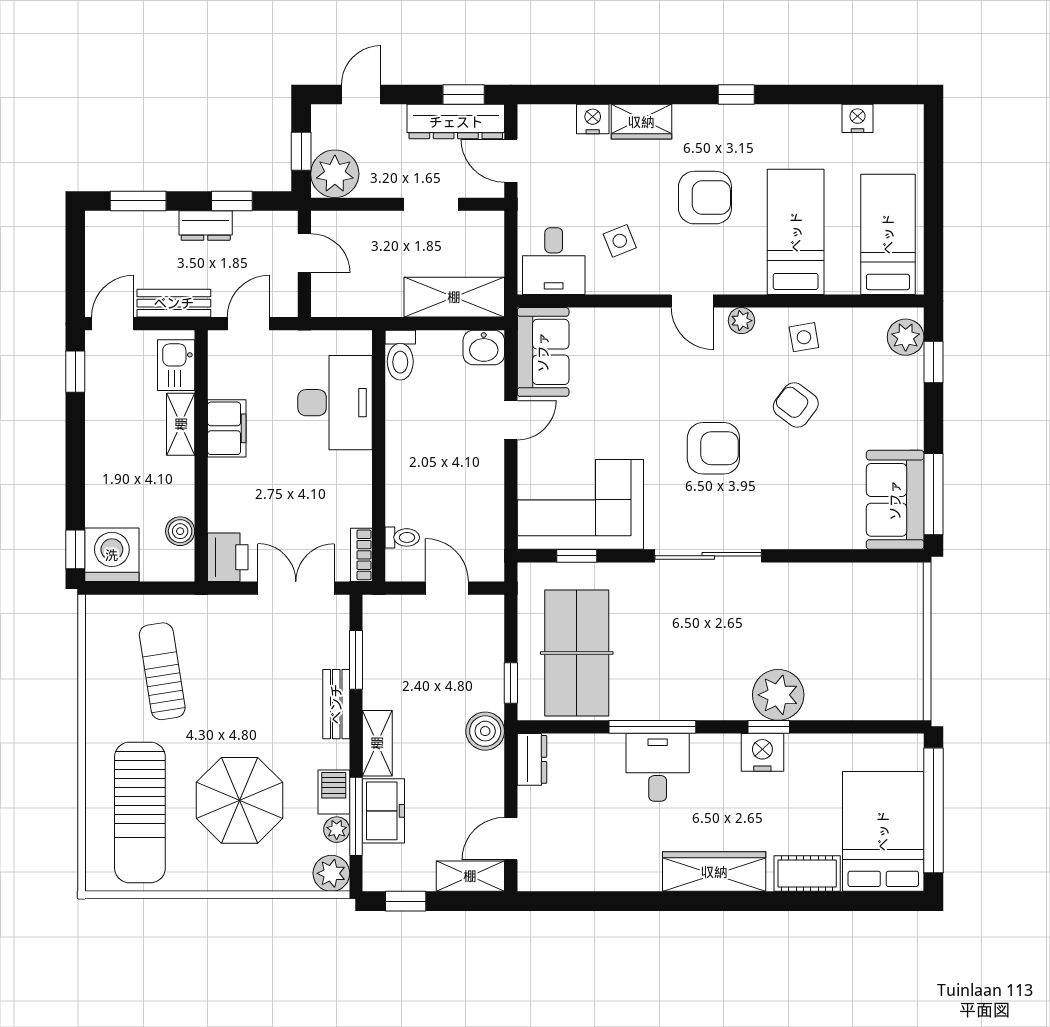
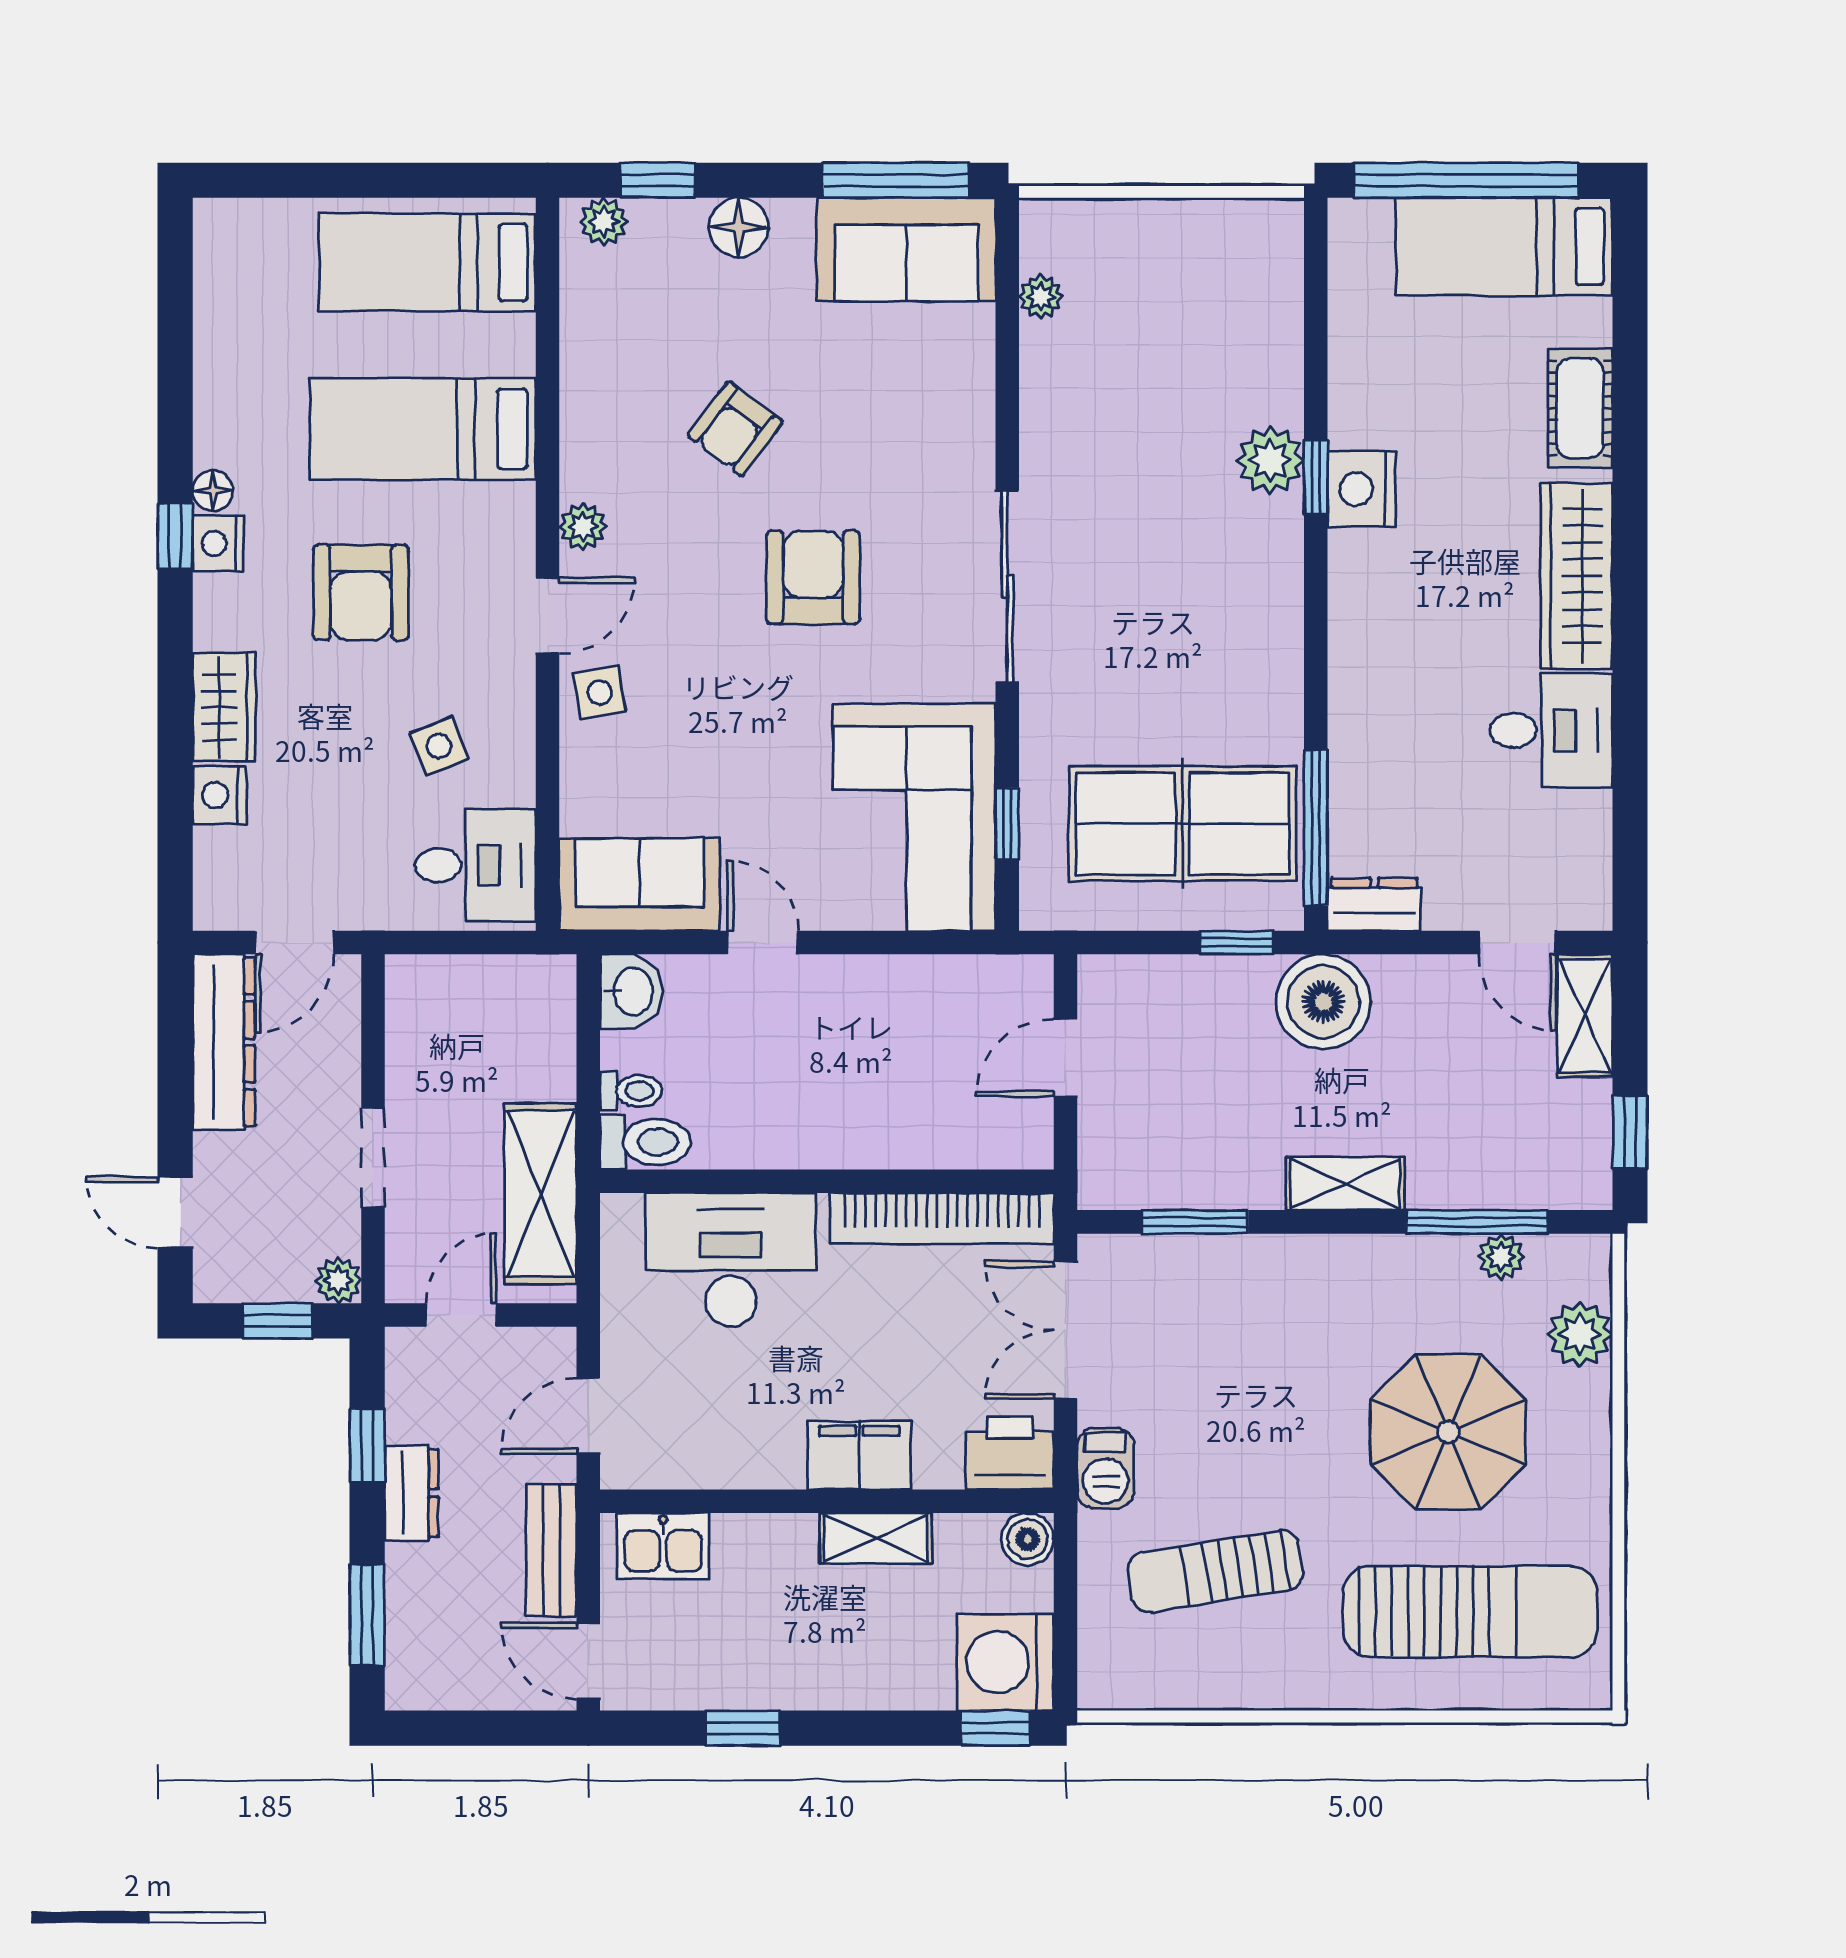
window: (464, 95) -> (175, 1028), removed
floor lamp: (761, 115) -> (213, 491), added
nightstand: (858, 118) -> (218, 543), moved
plant: (335, 174) -> (338, 1280), width x0.53, depth x0.53
armchair: (705, 198) -> (361, 592), turned 180
doorway: (431, 204) -> (373, 1158), moved
shelving: (454, 297) -> (541, 1194), moved
door: (248, 324) -> (588, 1416), hinge flipped
side table: (804, 337) -> (600, 692), moved
plant: (906, 337) -> (604, 222), width x0.73, depth x0.73
window: (75, 372) -> (743, 1728), moved
floor lamp: (907, 407) -> (739, 227), added
shelving: (181, 424) -> (876, 1538), moved
filing cabinet: (227, 428) -> (859, 1455), moved
boiler: (180, 531) -> (1028, 1539), moved
toilet: (402, 537) -> (631, 1091), moved, turned 90
bookcase: (361, 555) -> (942, 1218), width x2.31, depth x1.31
plant: (869, 575) -> (1041, 297), added
plant: (778, 695) -> (1270, 460), width x0.73, depth x0.73
bench: (336, 704) -> (1275, 1257), removed
window: (652, 727) -> (1316, 828), moved
boiler: (485, 731) -> (1323, 1002), width x1.37, depth x1.37
desk: (658, 767) -> (1551, 730), moved, turned 180
barbecue: (334, 792) -> (1106, 1468), moved, turned -90
freezer: (383, 811) -> (1467, 1172), removed
bed: (883, 831) -> (1504, 246), width x0.67
plant: (331, 873) -> (1580, 1334), moved

